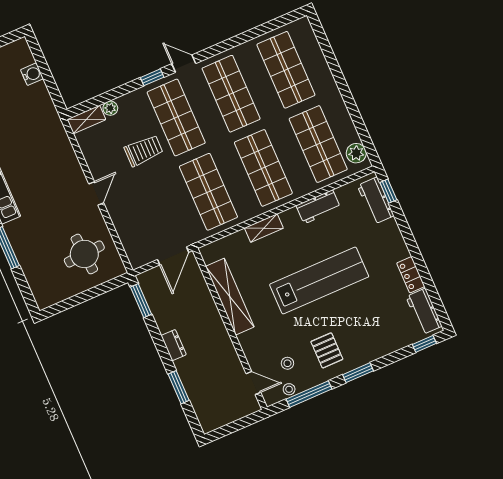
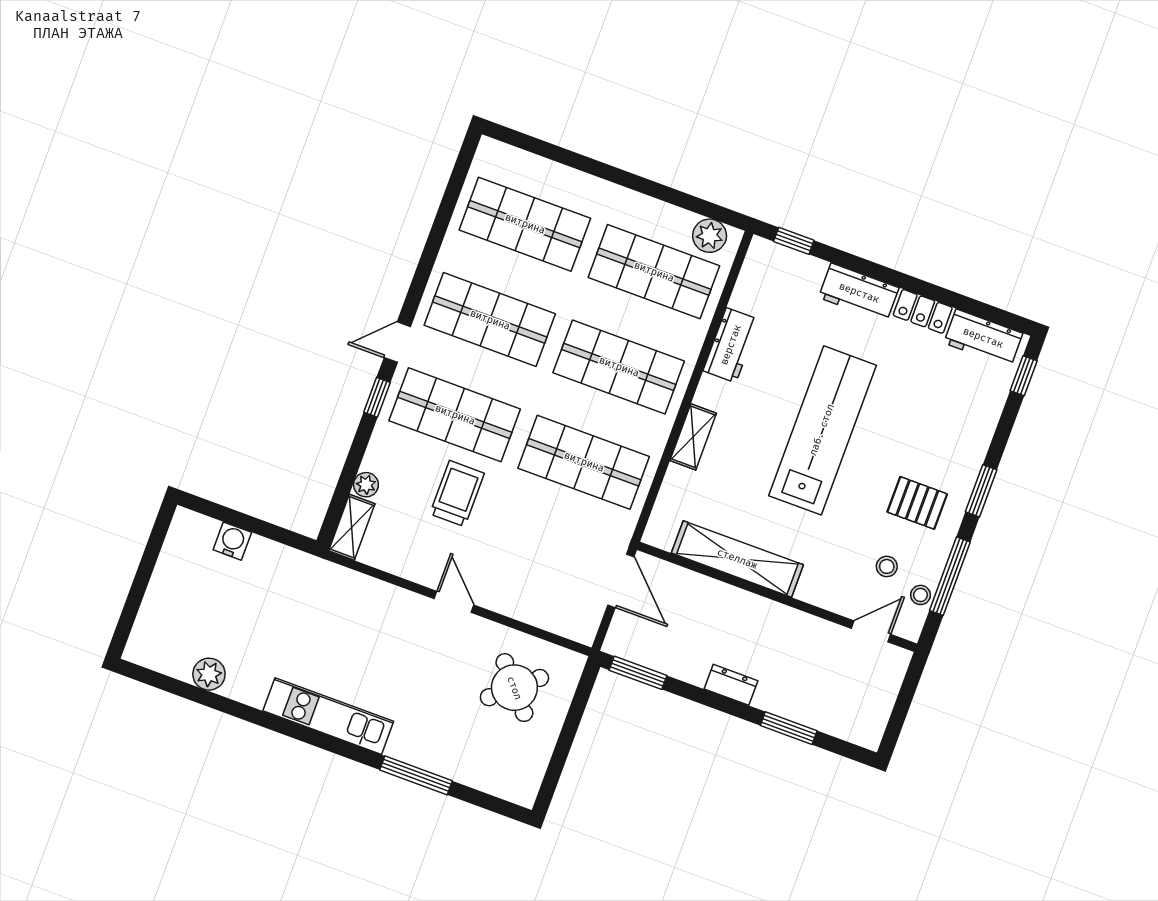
workbench: (376, 201) -> (859, 293), moved
round table: (84, 254) -> (514, 688), turned -37

